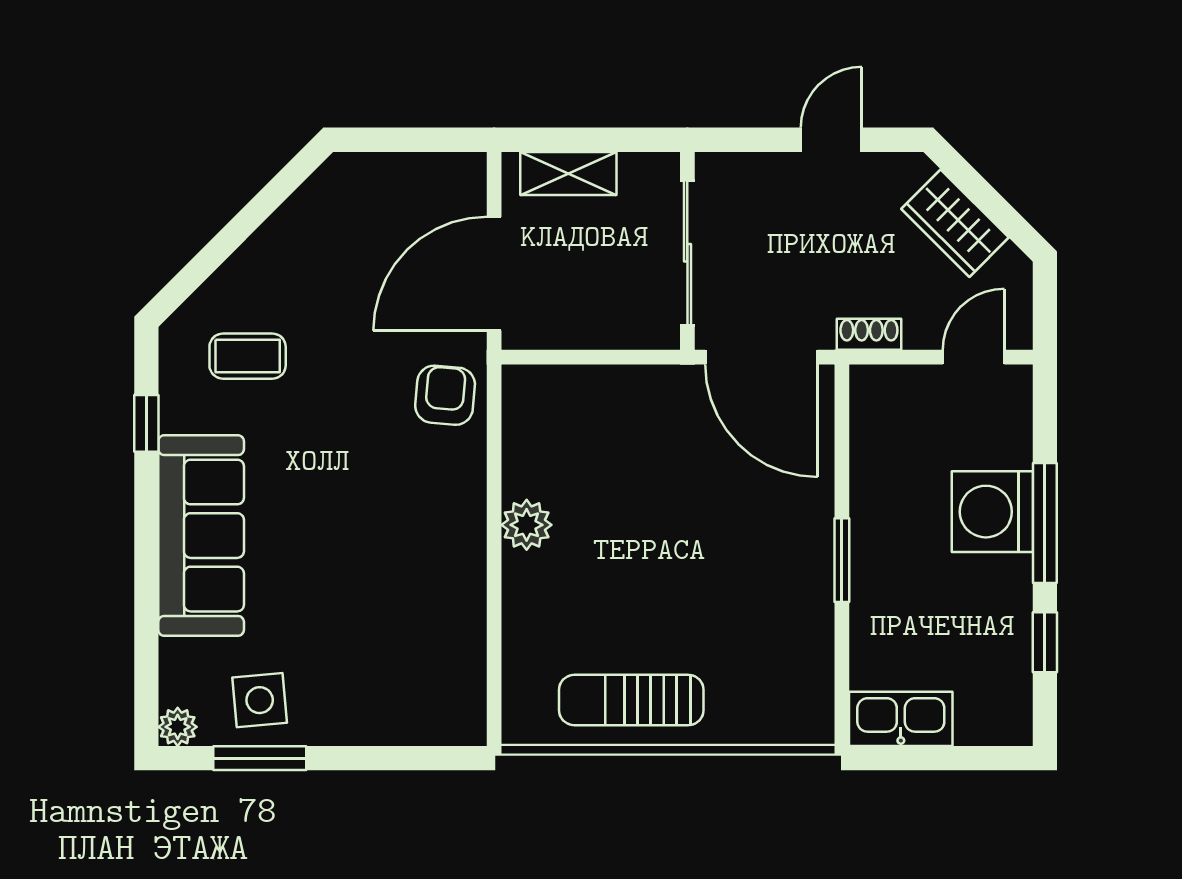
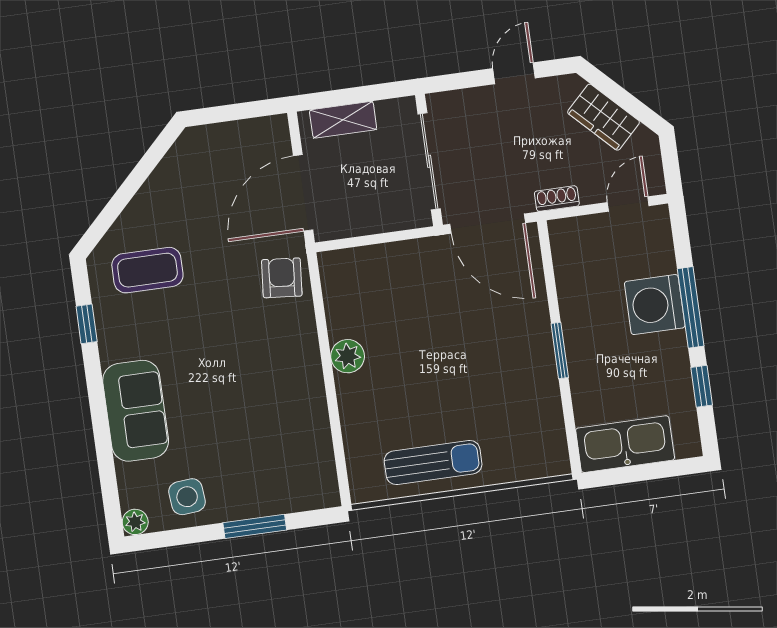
coffee table: (248, 356) -> (147, 270), width x1.36, depth x1.30
sofa: (201, 536) -> (136, 411), width x0.73
sun lounger: (631, 700) -> (433, 462), turned 180
kitchen sink: (901, 719) -> (625, 444), width x1.36, depth x1.24
window: (260, 758) -> (255, 526), moved

